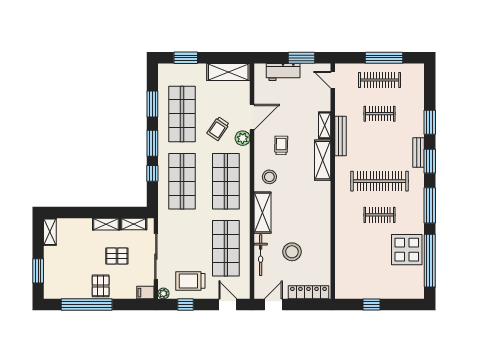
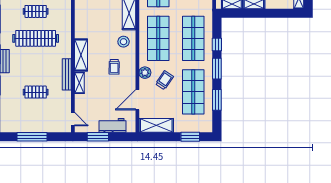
clothes rail: (380, 80) -> (36, 119), removed
door: (252, 117) -> (137, 100), moved

